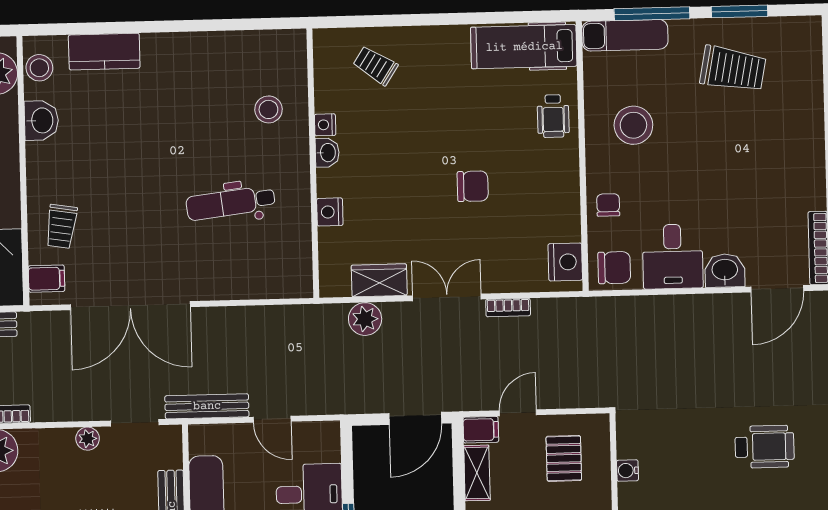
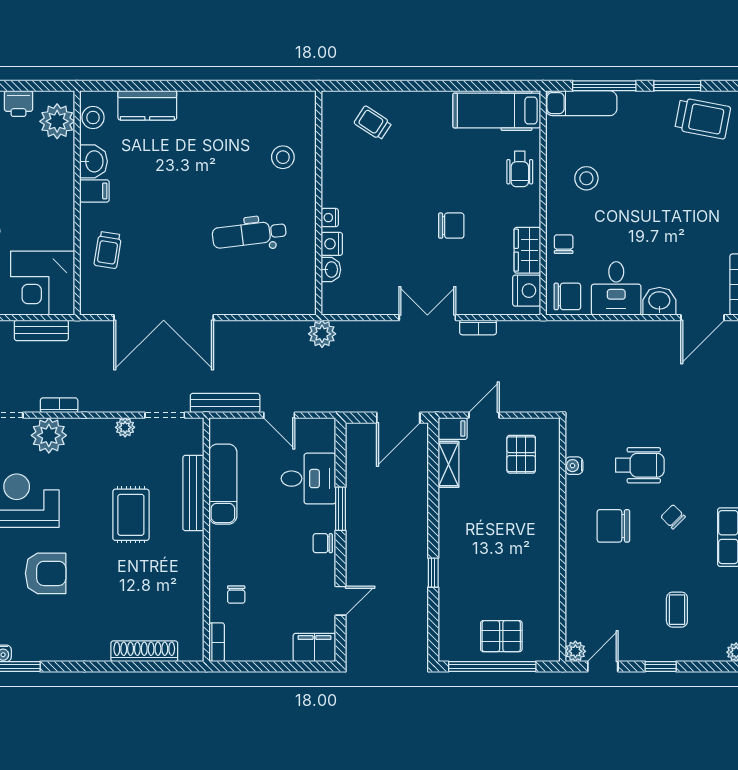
trolley: (733, 69) -> (703, 118), moved
nightstand: (325, 125) -> (330, 218), moved
stool: (633, 125) -> (586, 178), width x0.73, depth x0.73
washbasin: (327, 153) -> (331, 270), moved
filing cabinet: (47, 279) -> (94, 191), moved
wardrobe: (379, 280) -> (527, 250), moved, turned -90
plant: (365, 319) -> (322, 334), moved
wheelchair: (765, 447) -> (640, 465), moved

